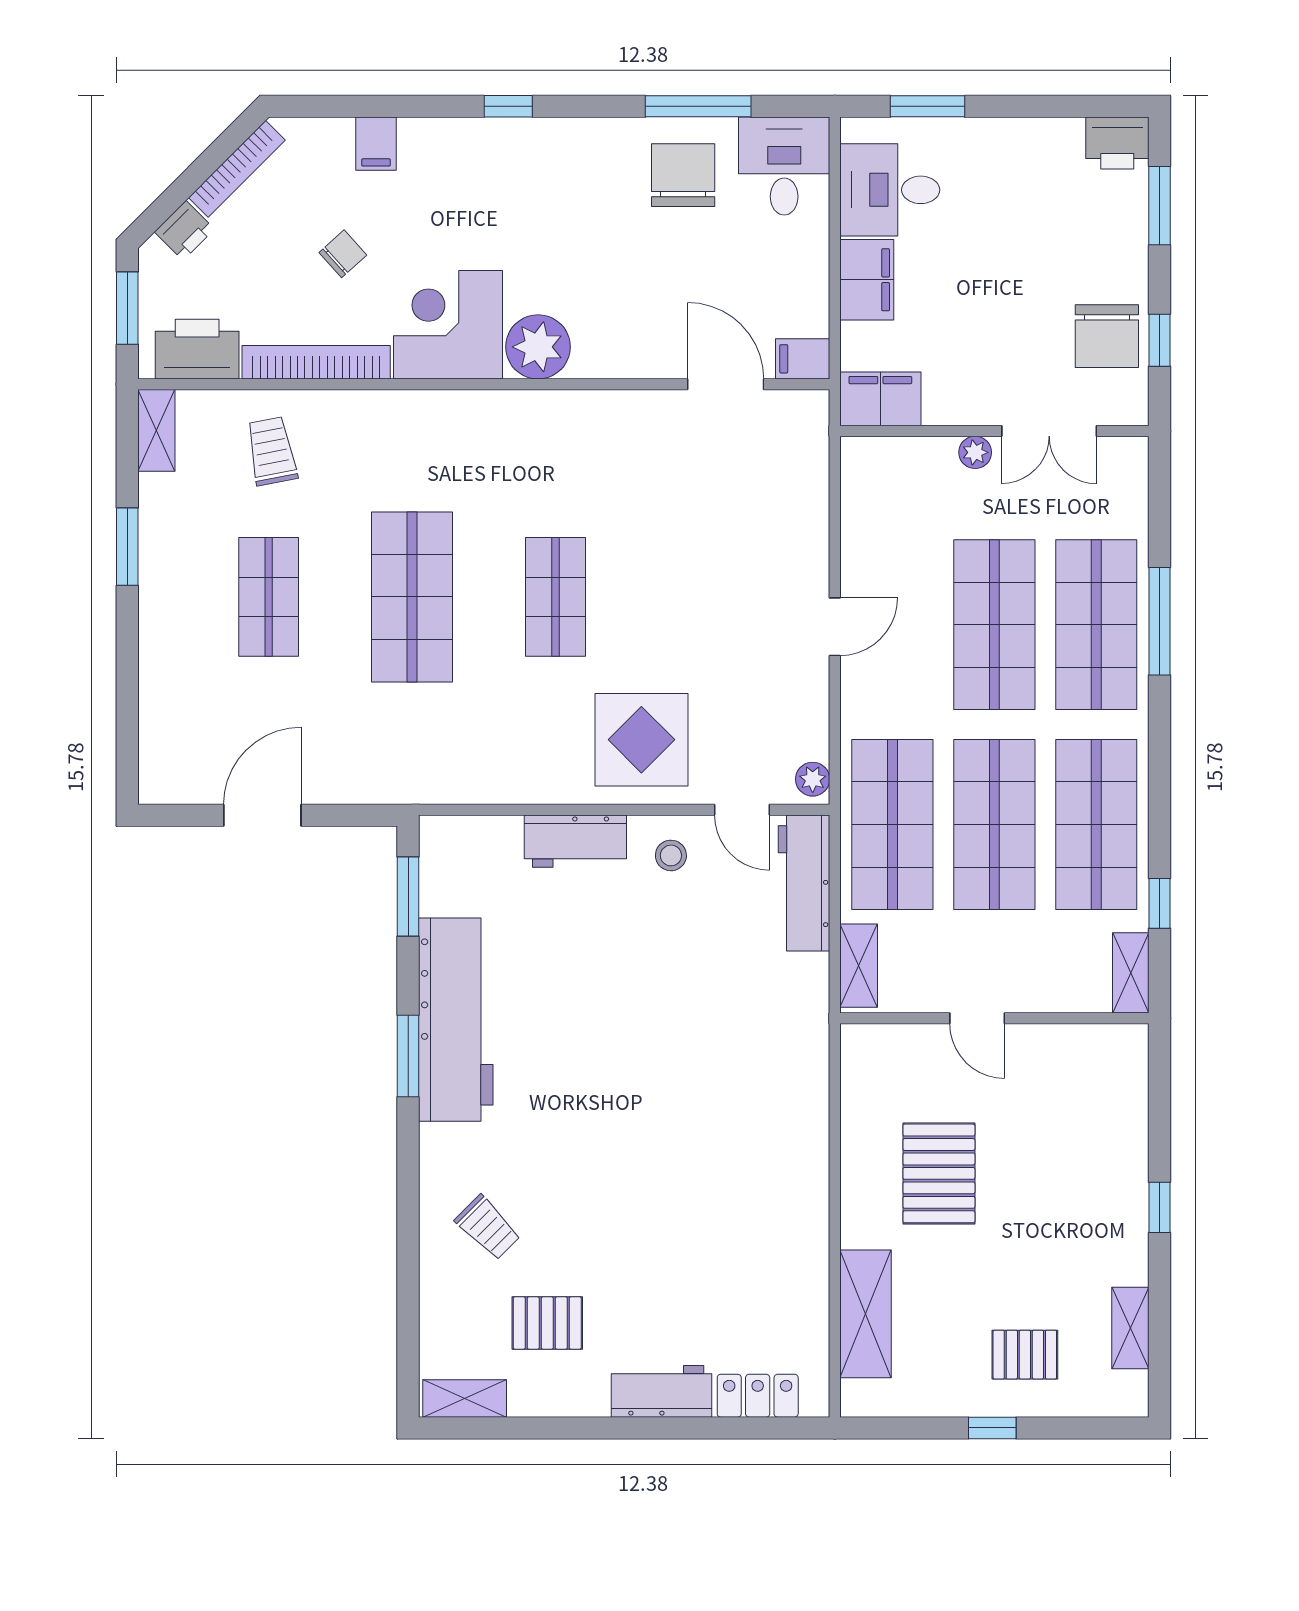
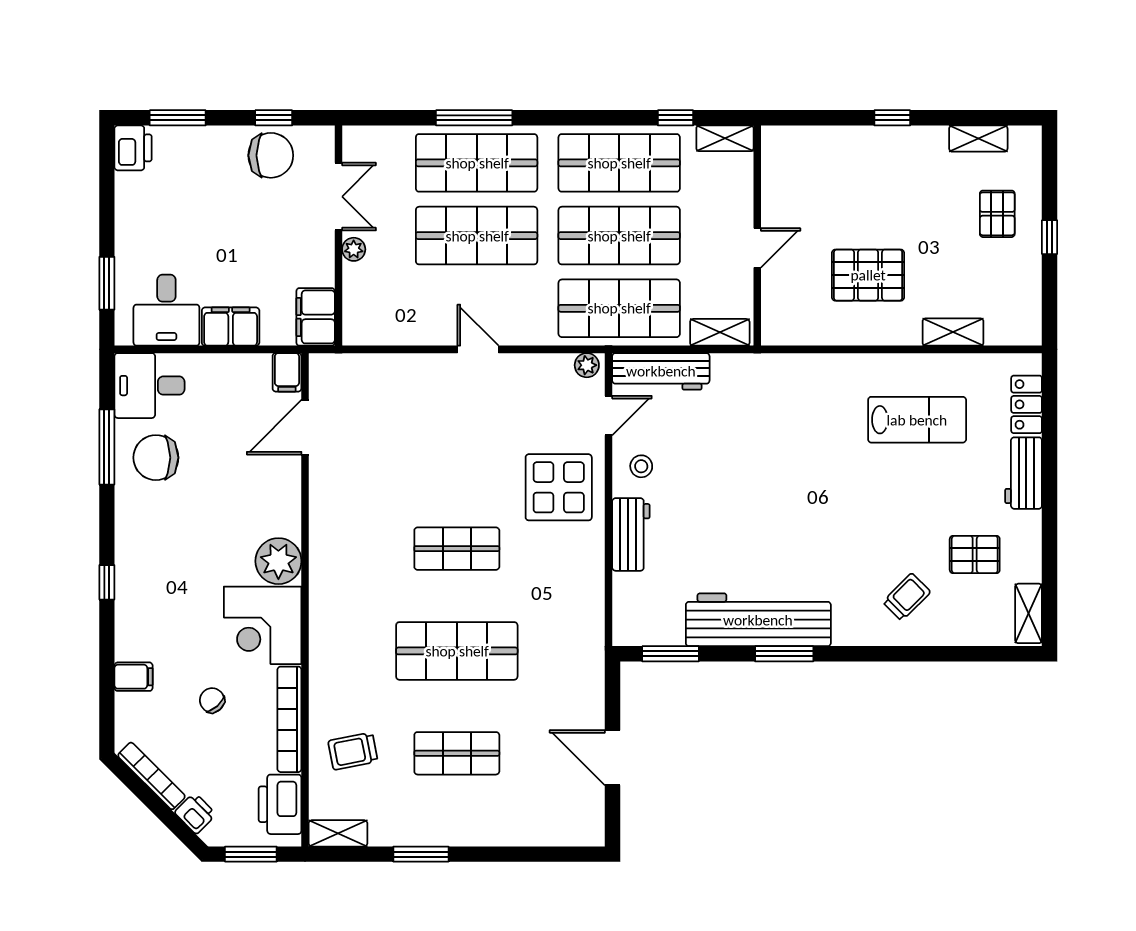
lab bench: (736, 1242) -> (917, 420), added
shelving: (866, 1314) -> (953, 332), width x0.67, depth x0.75
pallet: (547, 1323) -> (975, 555), turned 90

